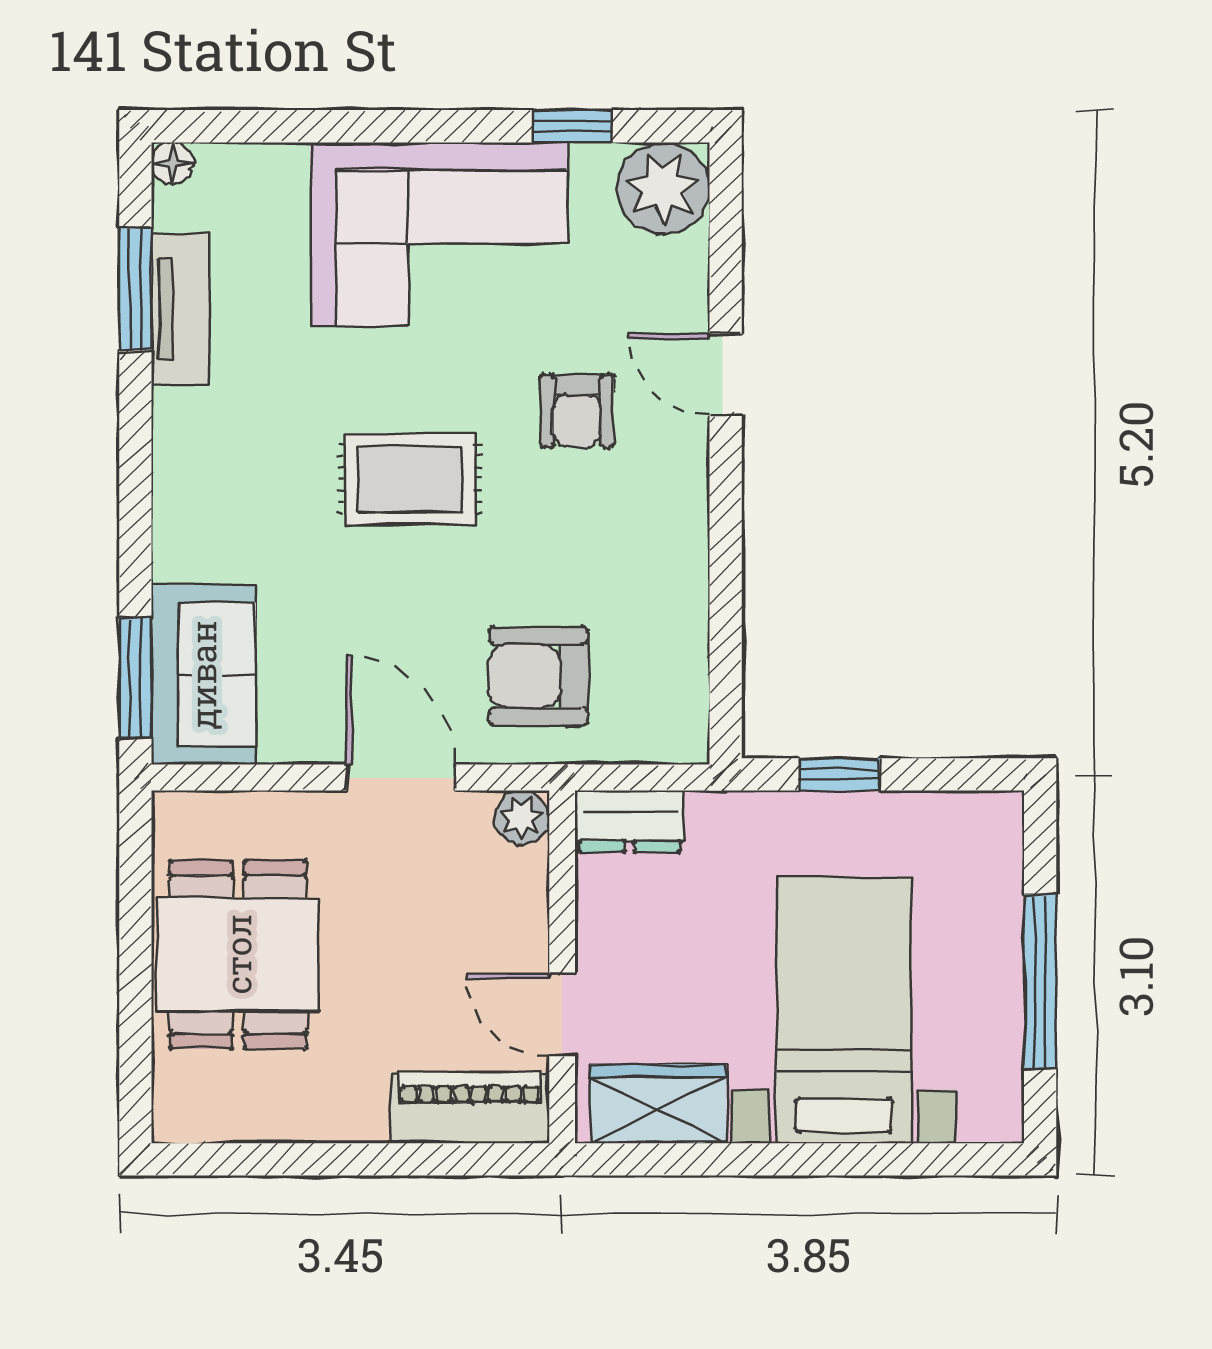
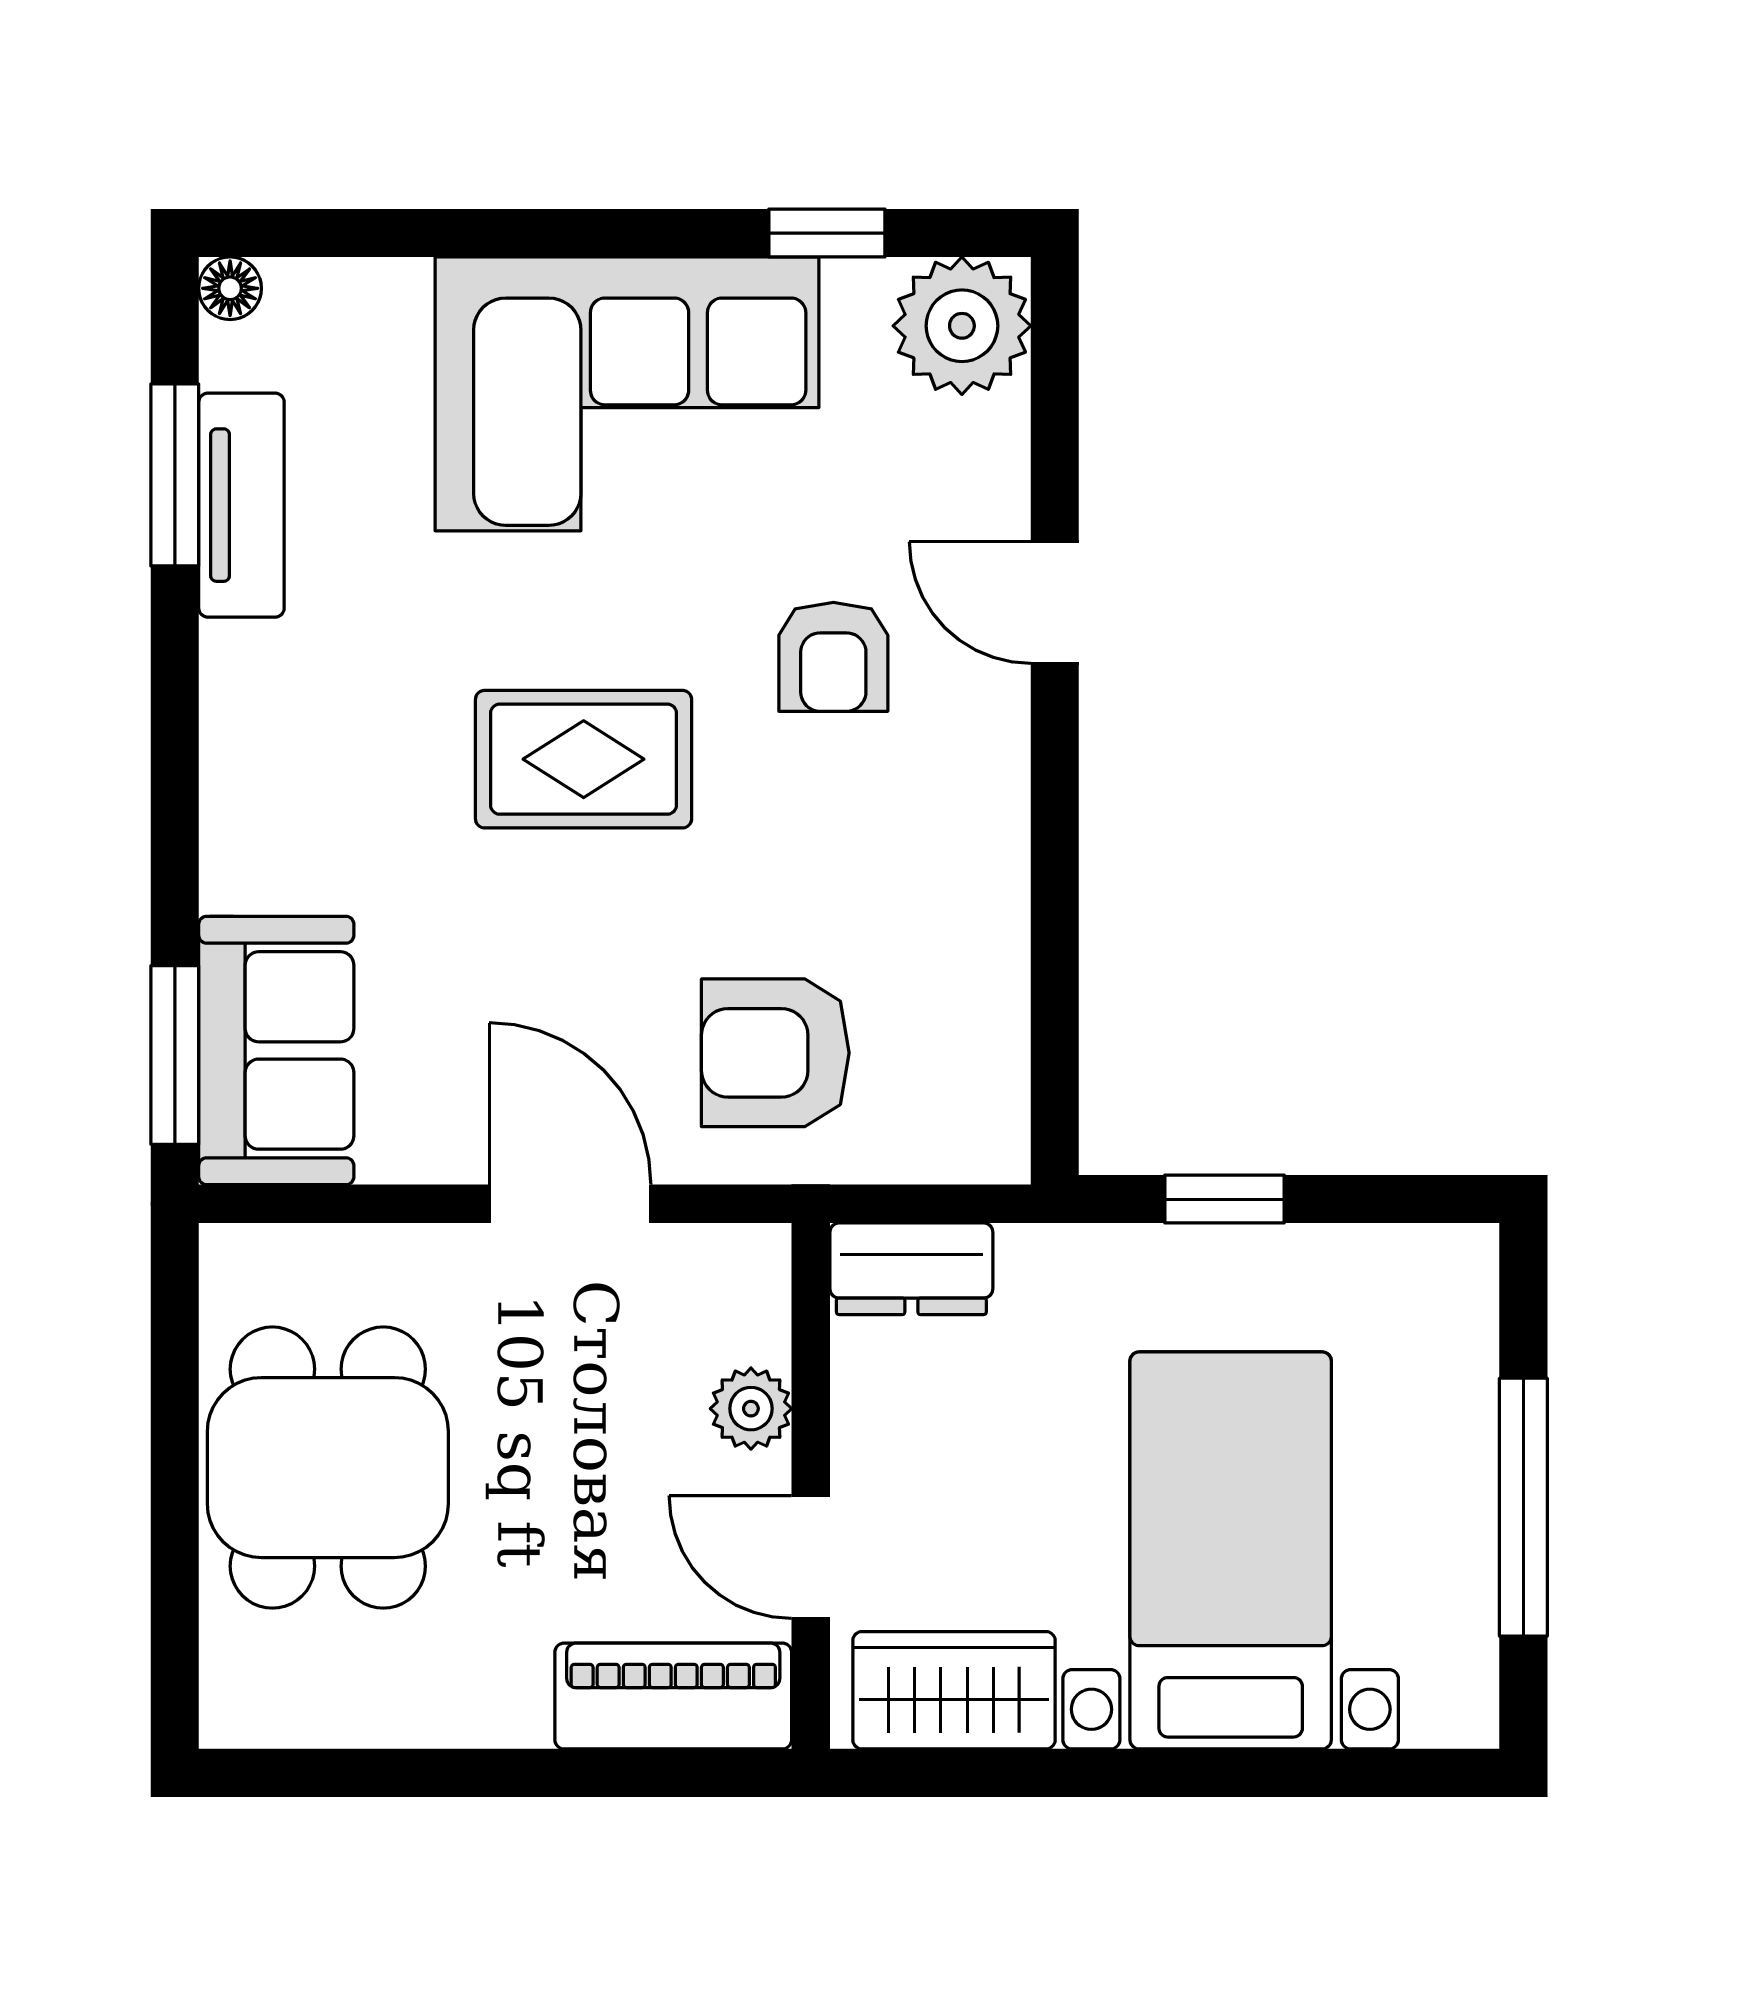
plant: (522, 818) -> (751, 1409), moved

